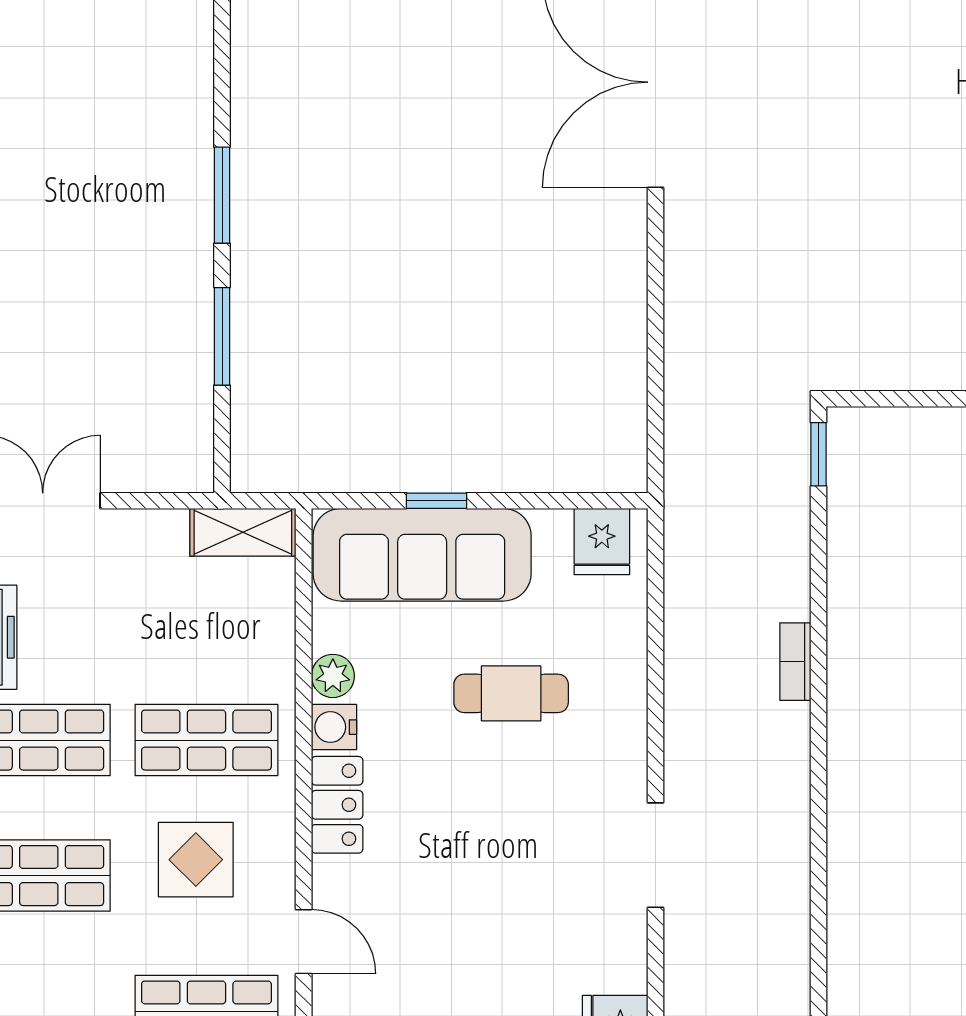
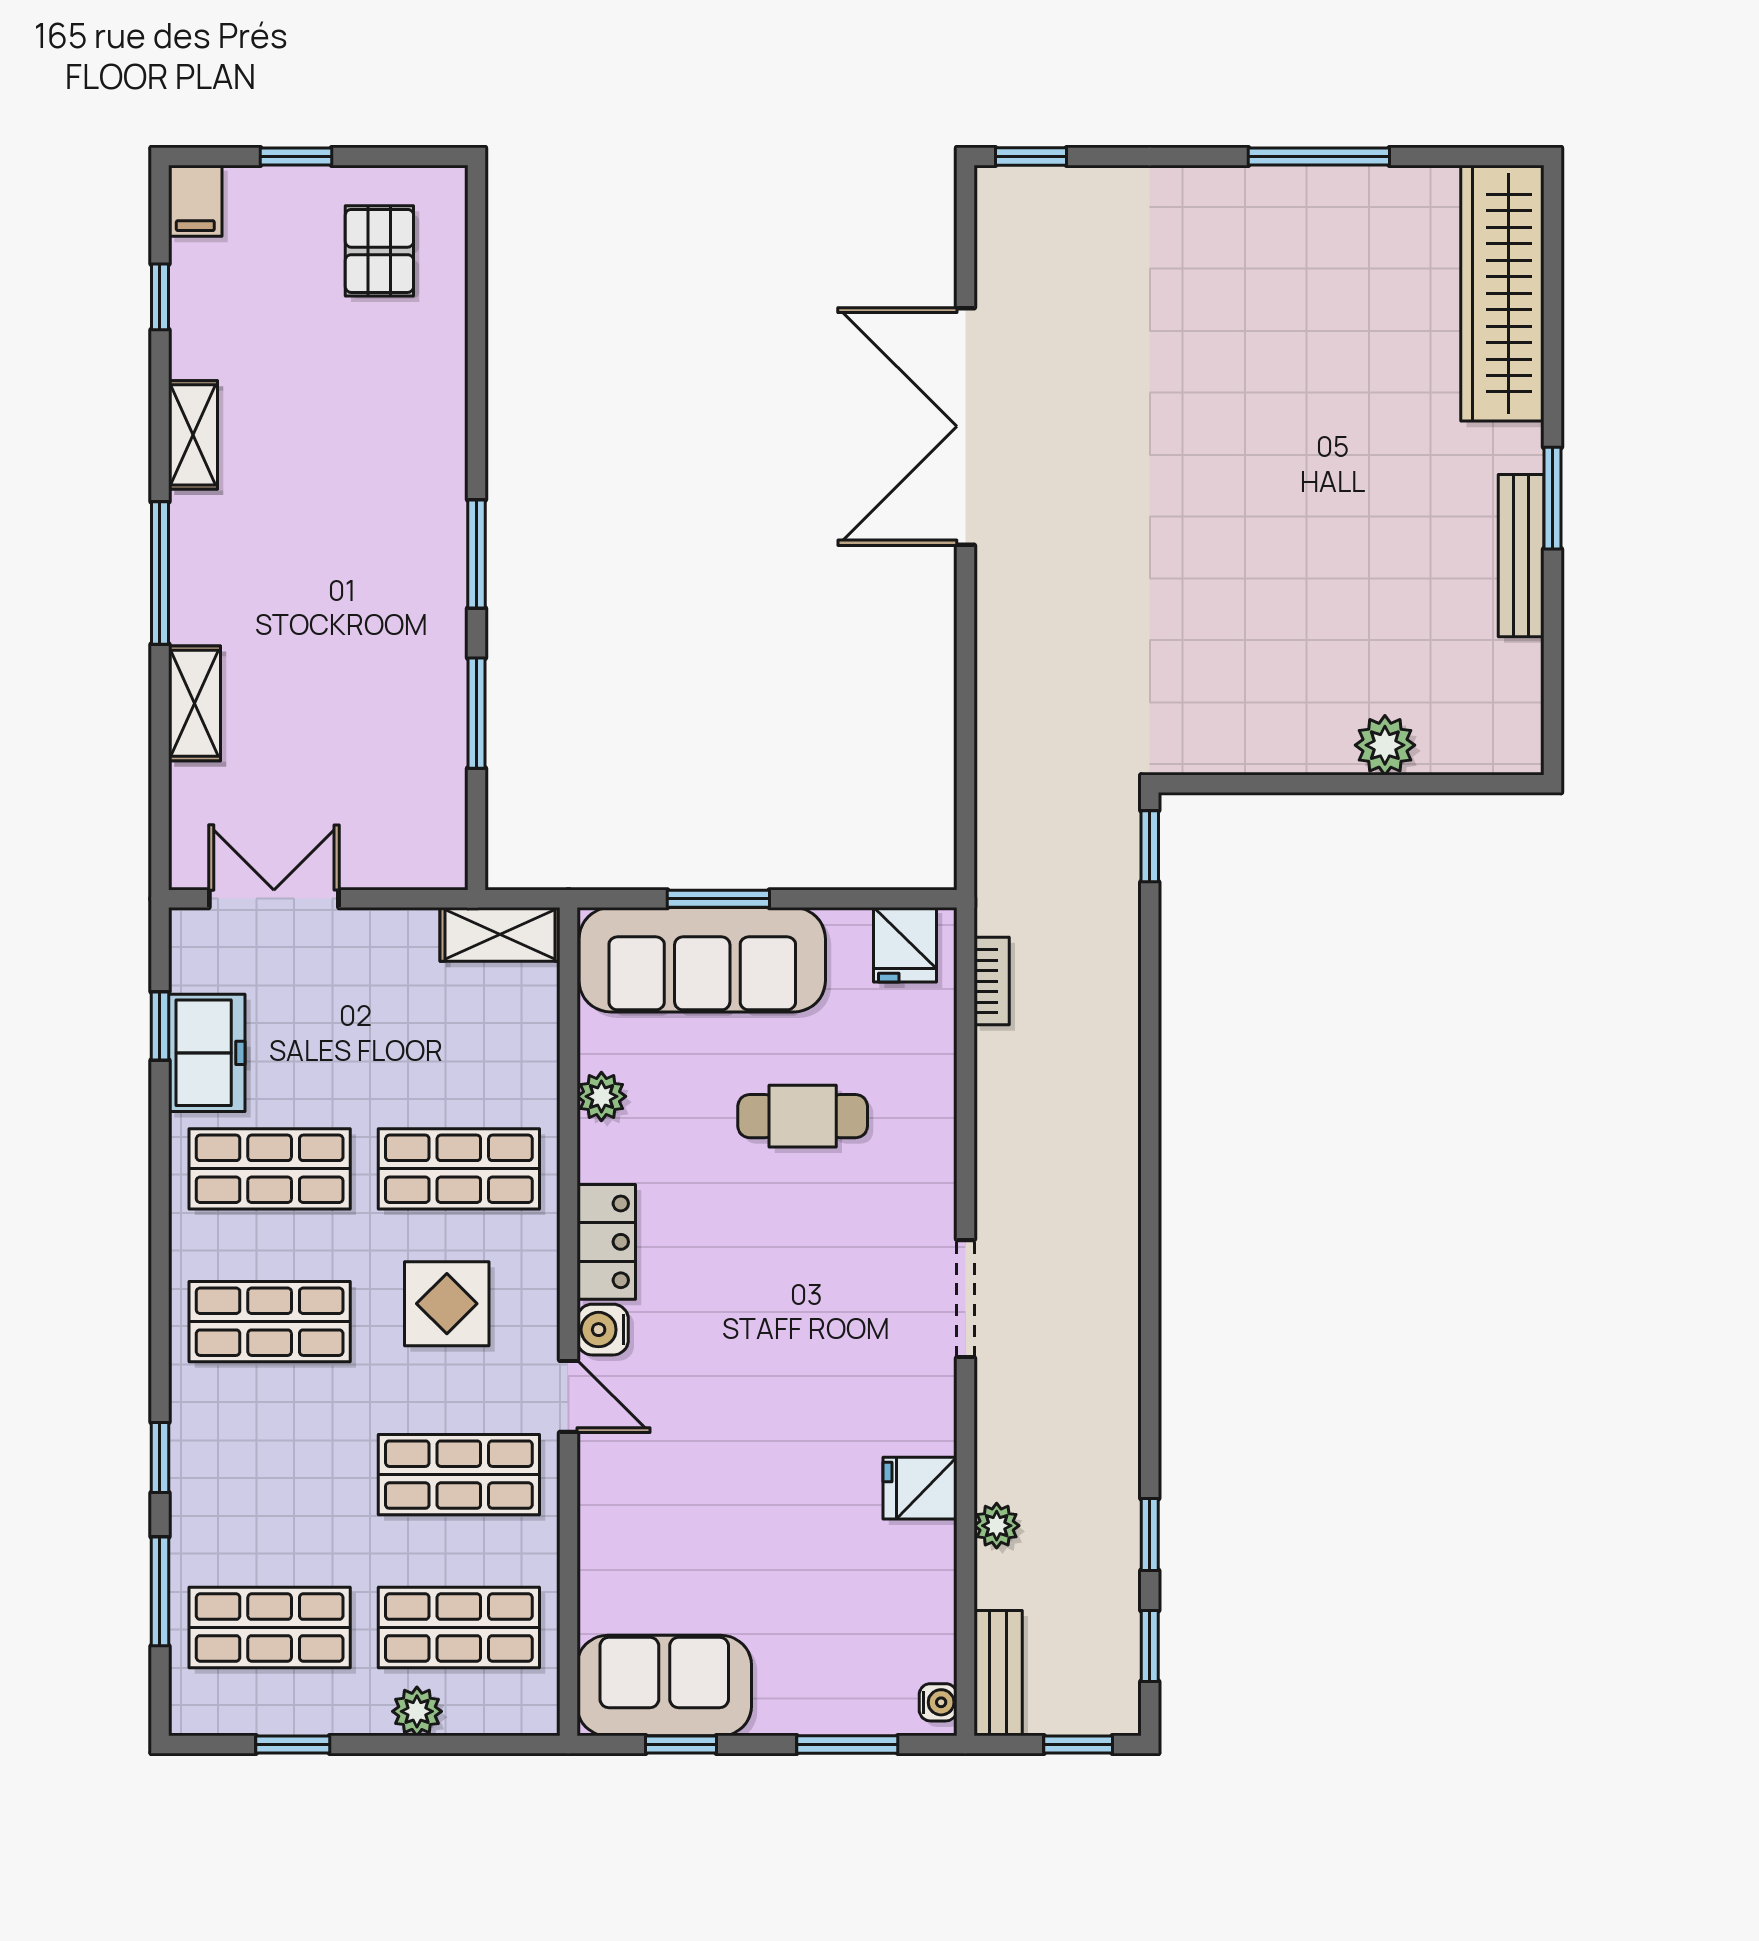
window: (436, 501) -> (718, 899), width x1.50
bookcase: (795, 662) -> (992, 981), moved, turned 180
water cooler: (334, 727) -> (603, 1330), moved

